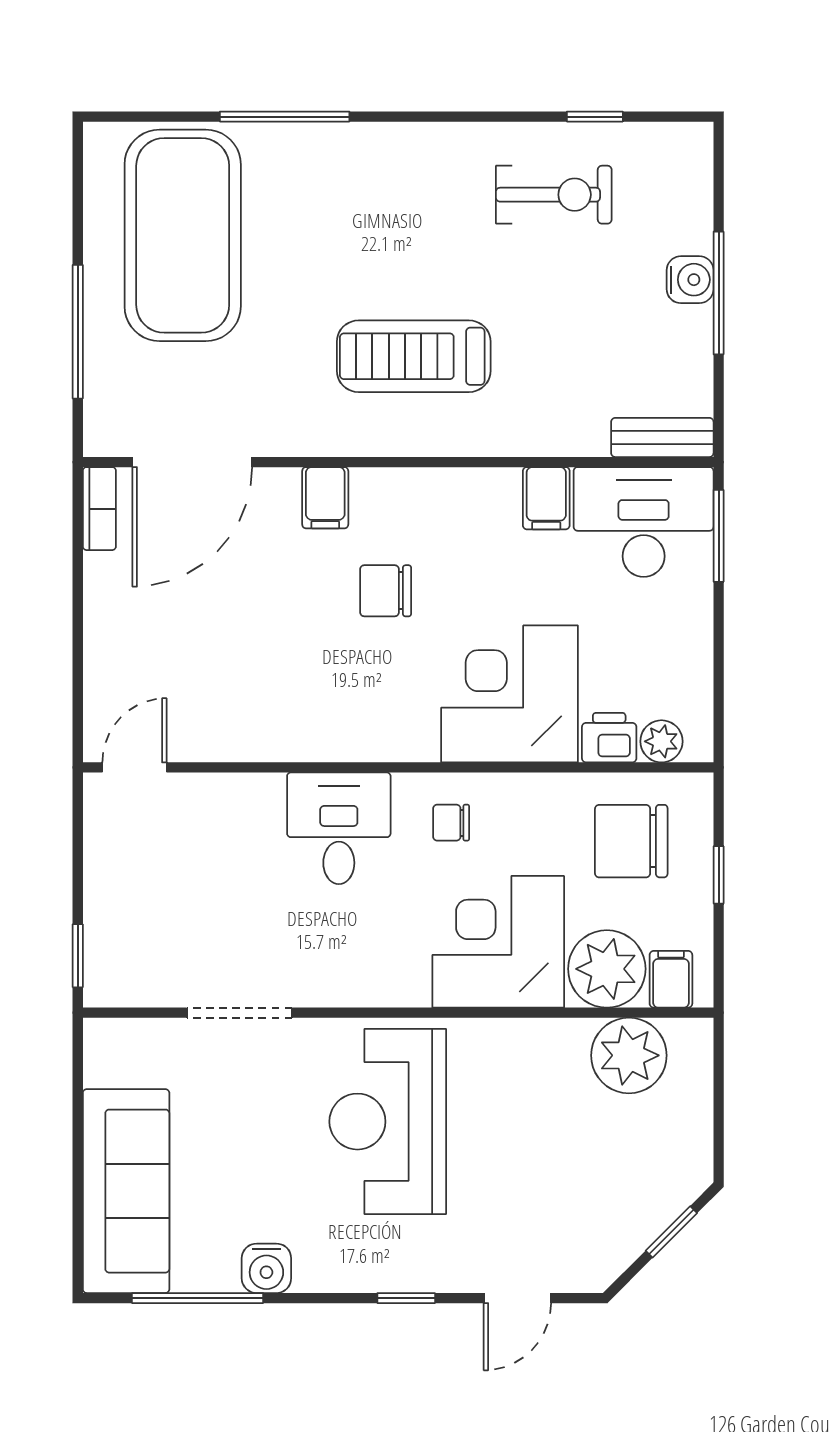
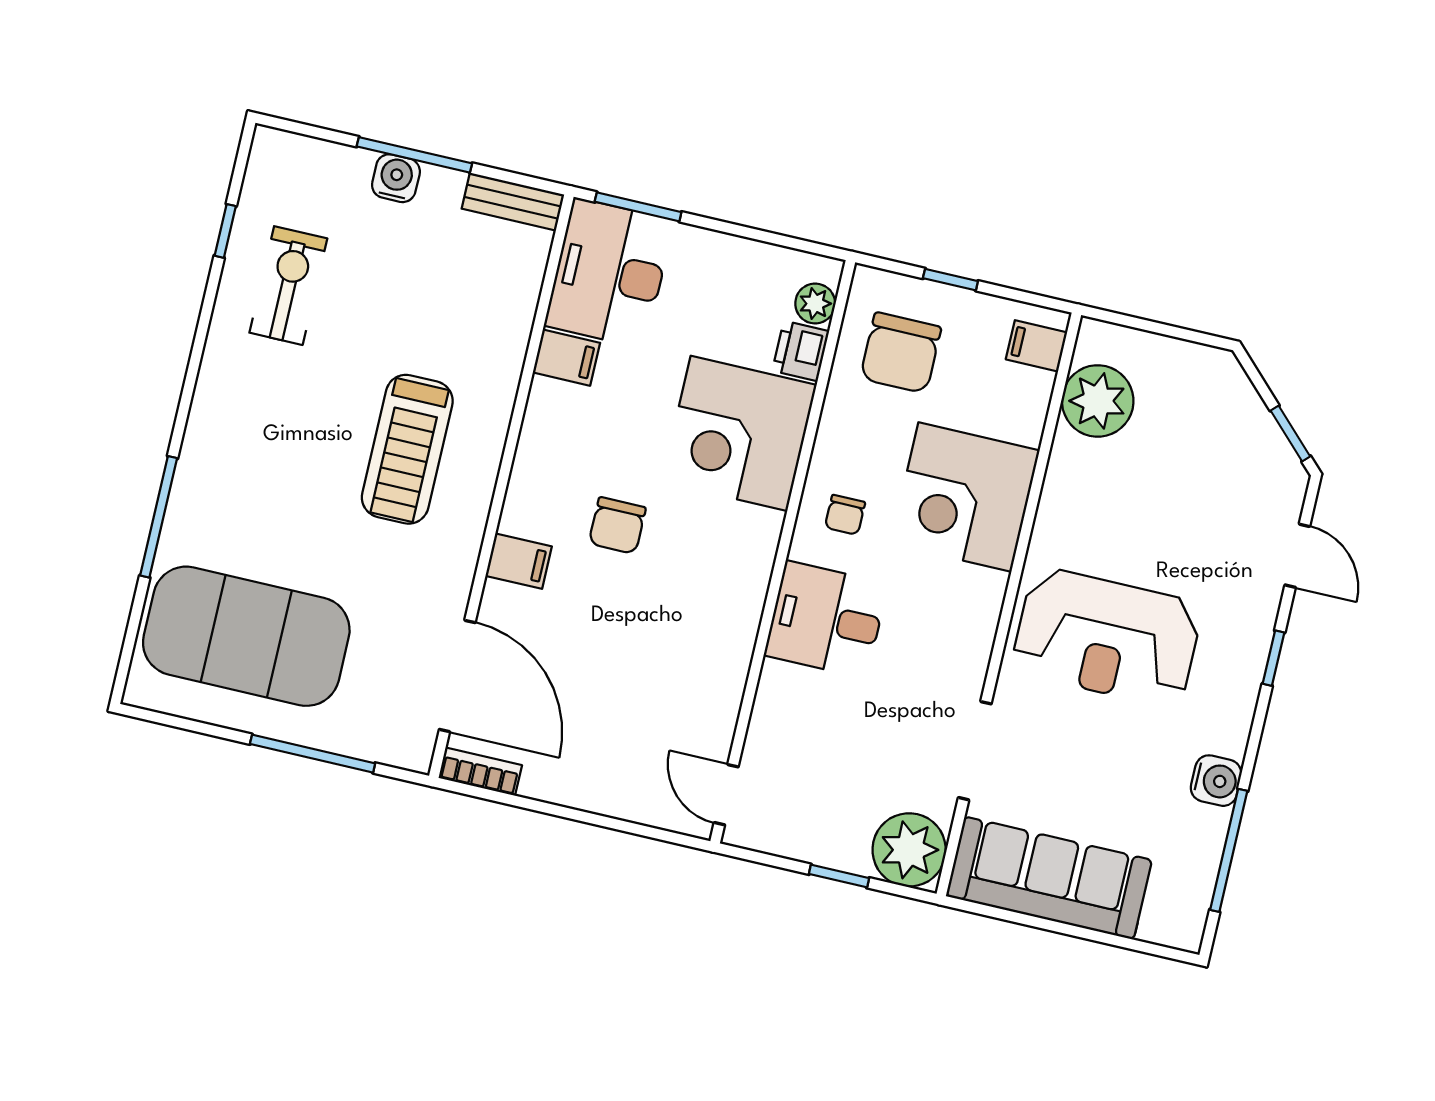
bench: (662, 437) -> (513, 202), moved, turned 90
window: (78, 956) -> (839, 876), moved
plant: (607, 969) -> (909, 850), moved
sofa: (126, 1191) -> (1049, 878), moved
window: (671, 1232) -> (1290, 433), moved

